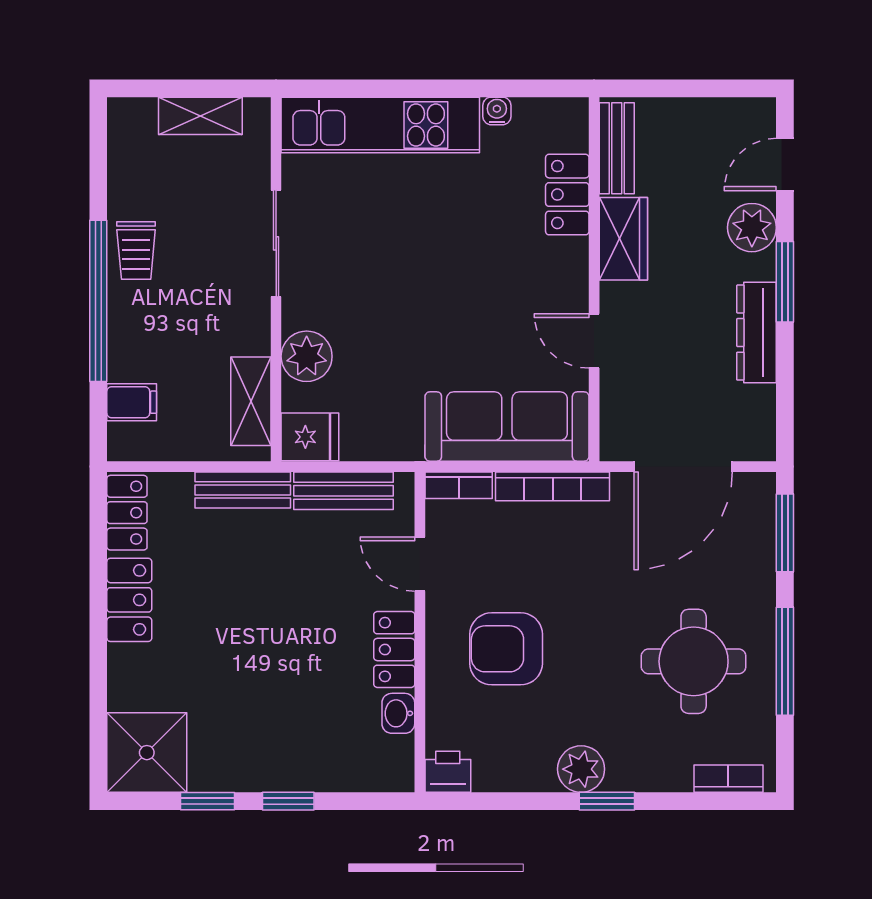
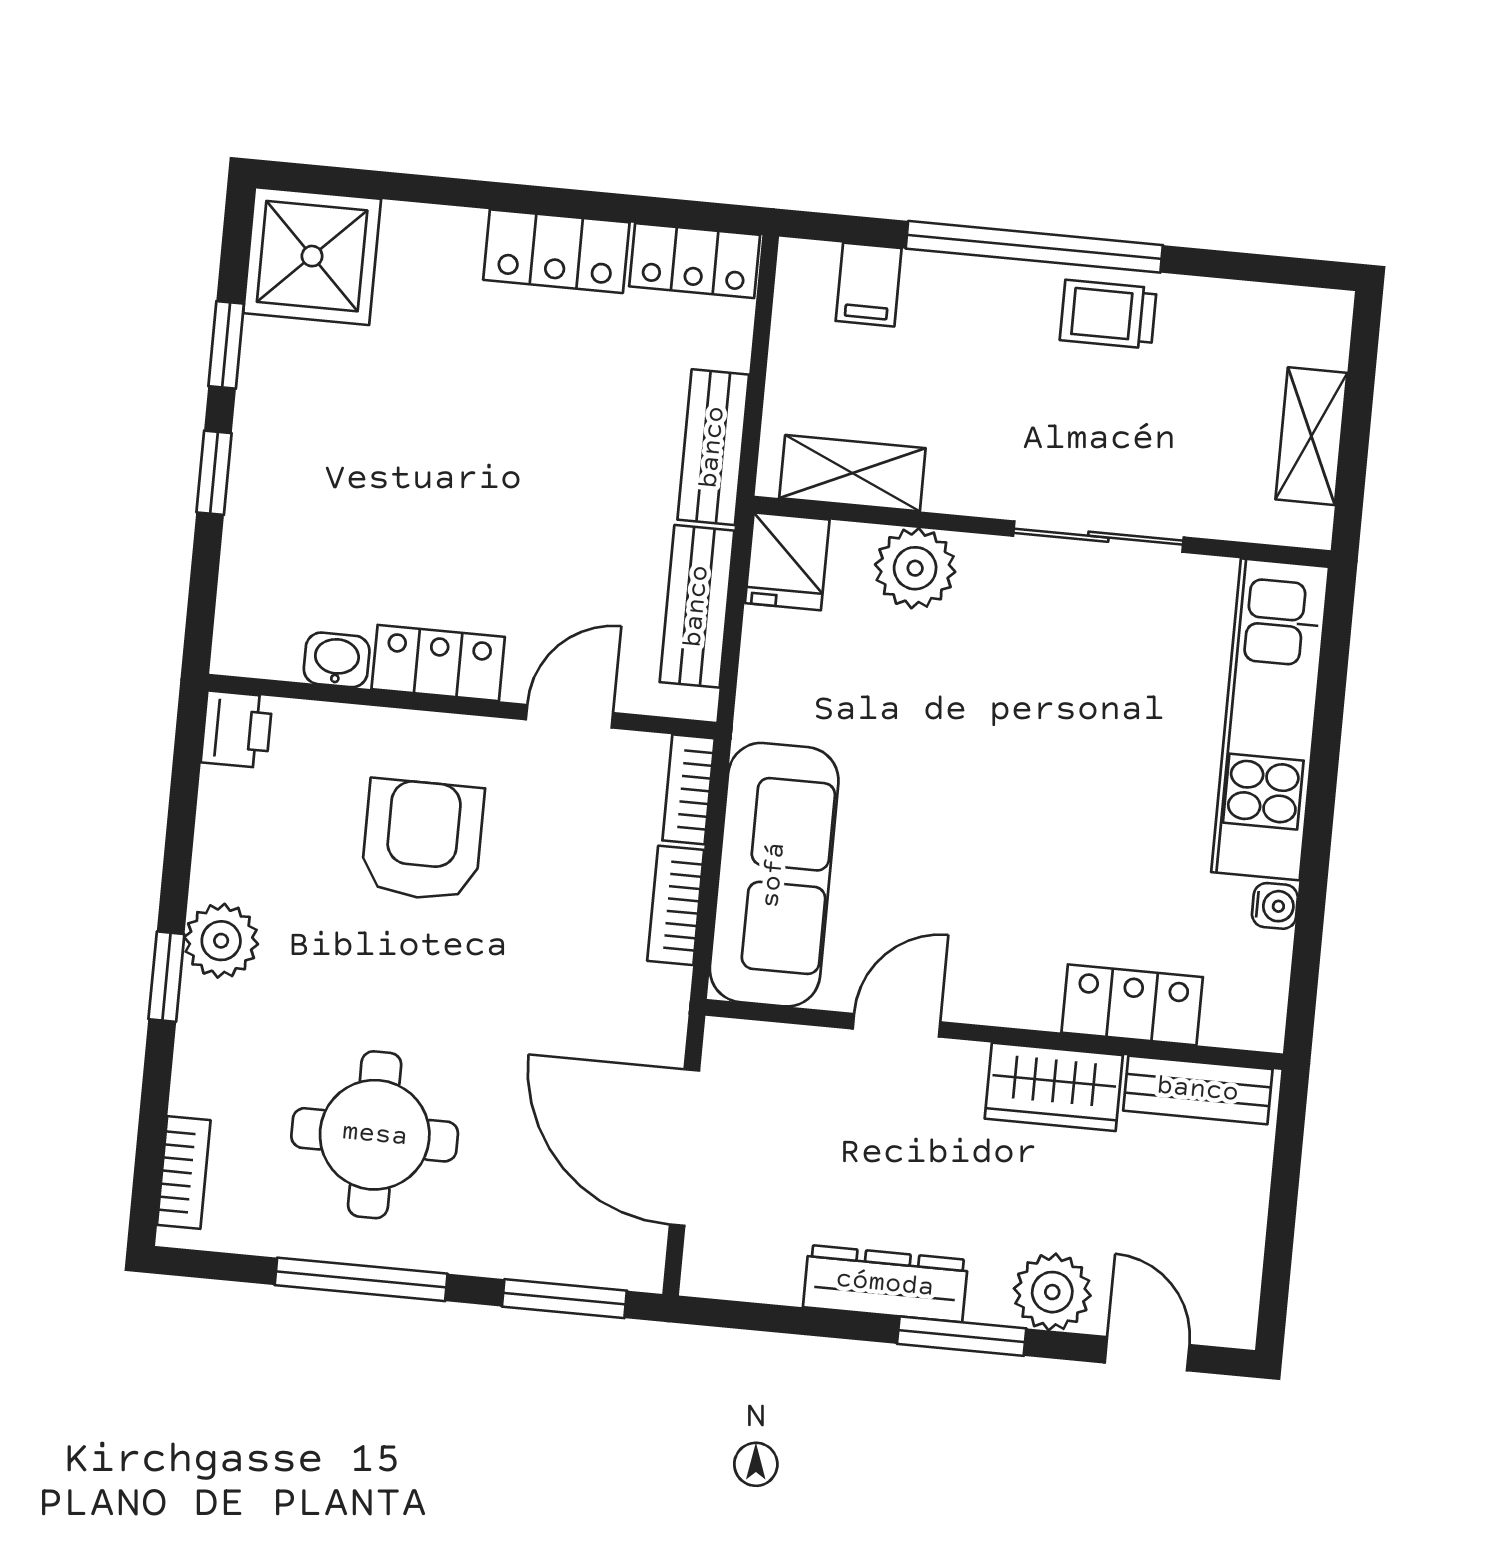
bookcase: (553, 486) -> (676, 905), width x0.64

